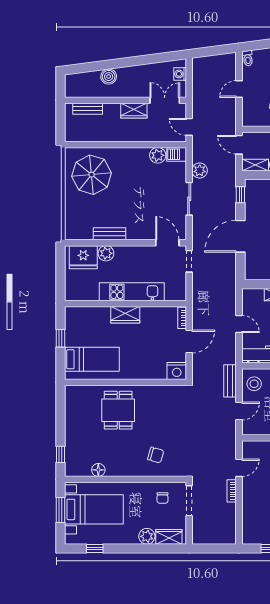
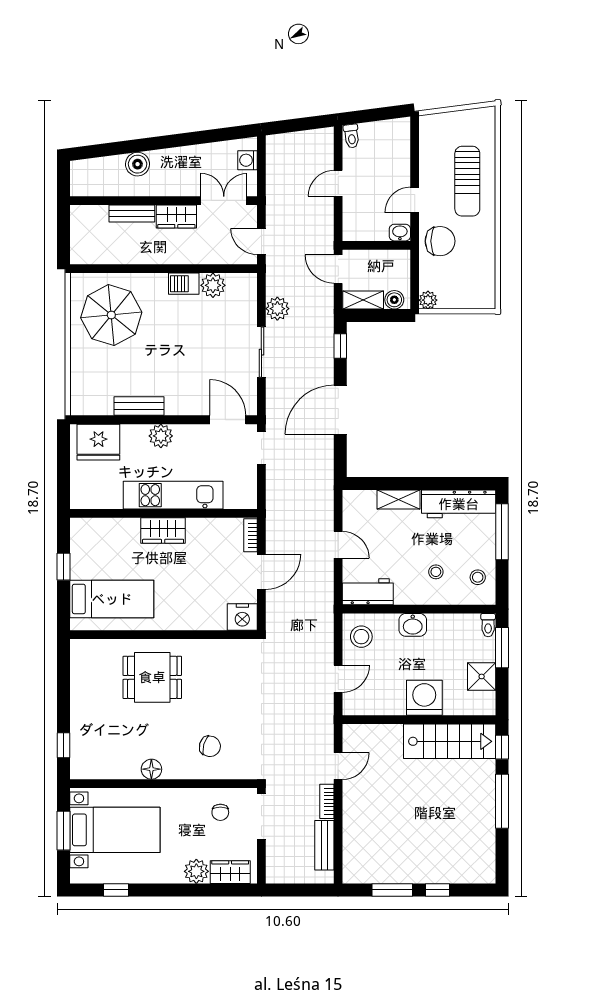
bench: (88, 109) -> (132, 214), moved
barbecue: (177, 154) -> (184, 284), moved
plant: (106, 253) -> (161, 436), moved
bench: (230, 381) -> (324, 845), moved
dining table: (118, 410) -> (152, 677), turned 90
floor lamp: (98, 470) -> (151, 769), moved

